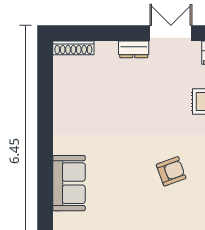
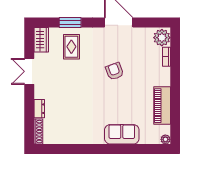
dresser: (134, 49) -> (39, 109), moved

